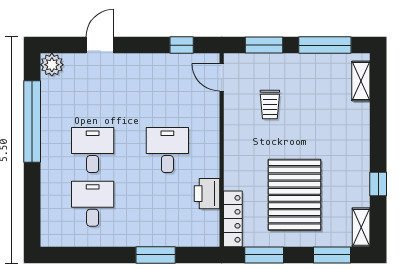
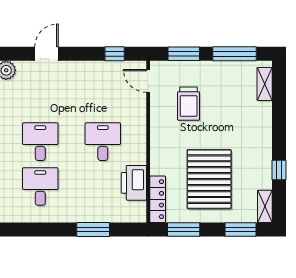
trolley: (270, 105) -> (189, 104), width x1.36, depth x1.39
printer: (207, 194) -> (134, 183), width x1.37, depth x1.19

